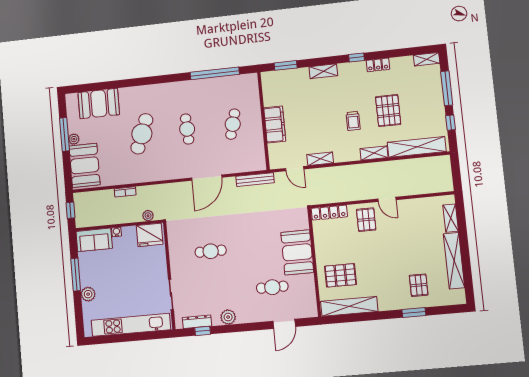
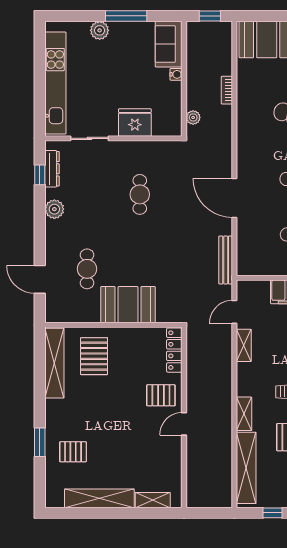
fridge: (150, 235) -> (135, 123), moved, turned 90

